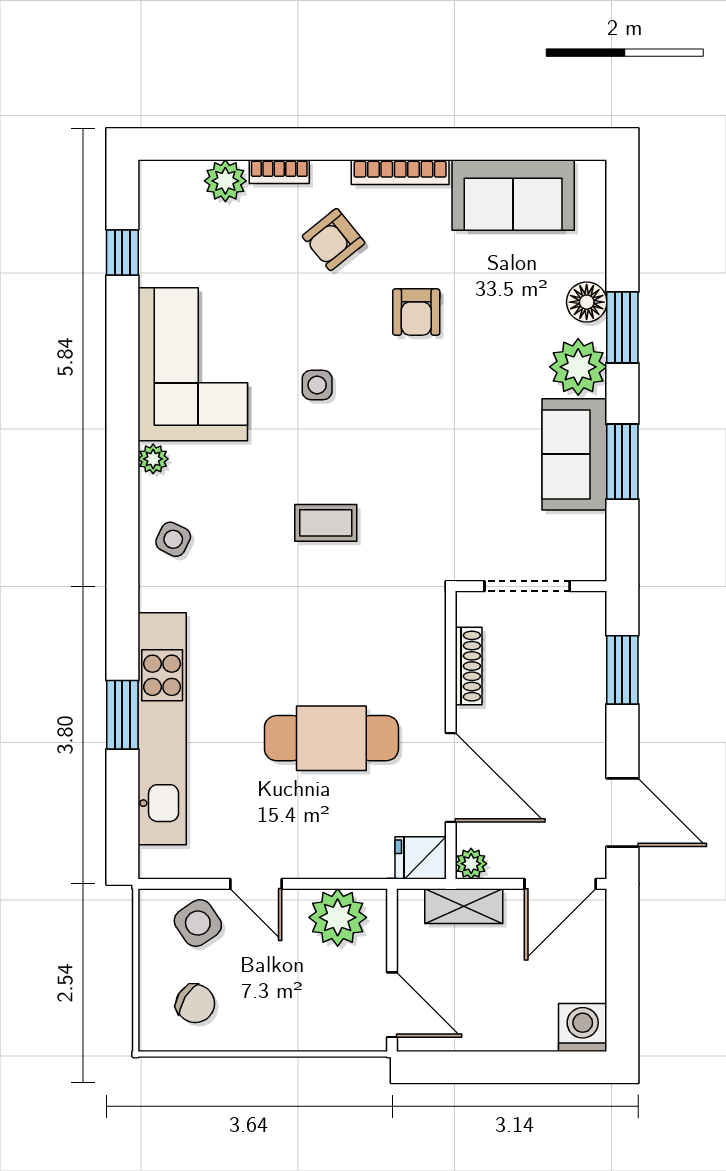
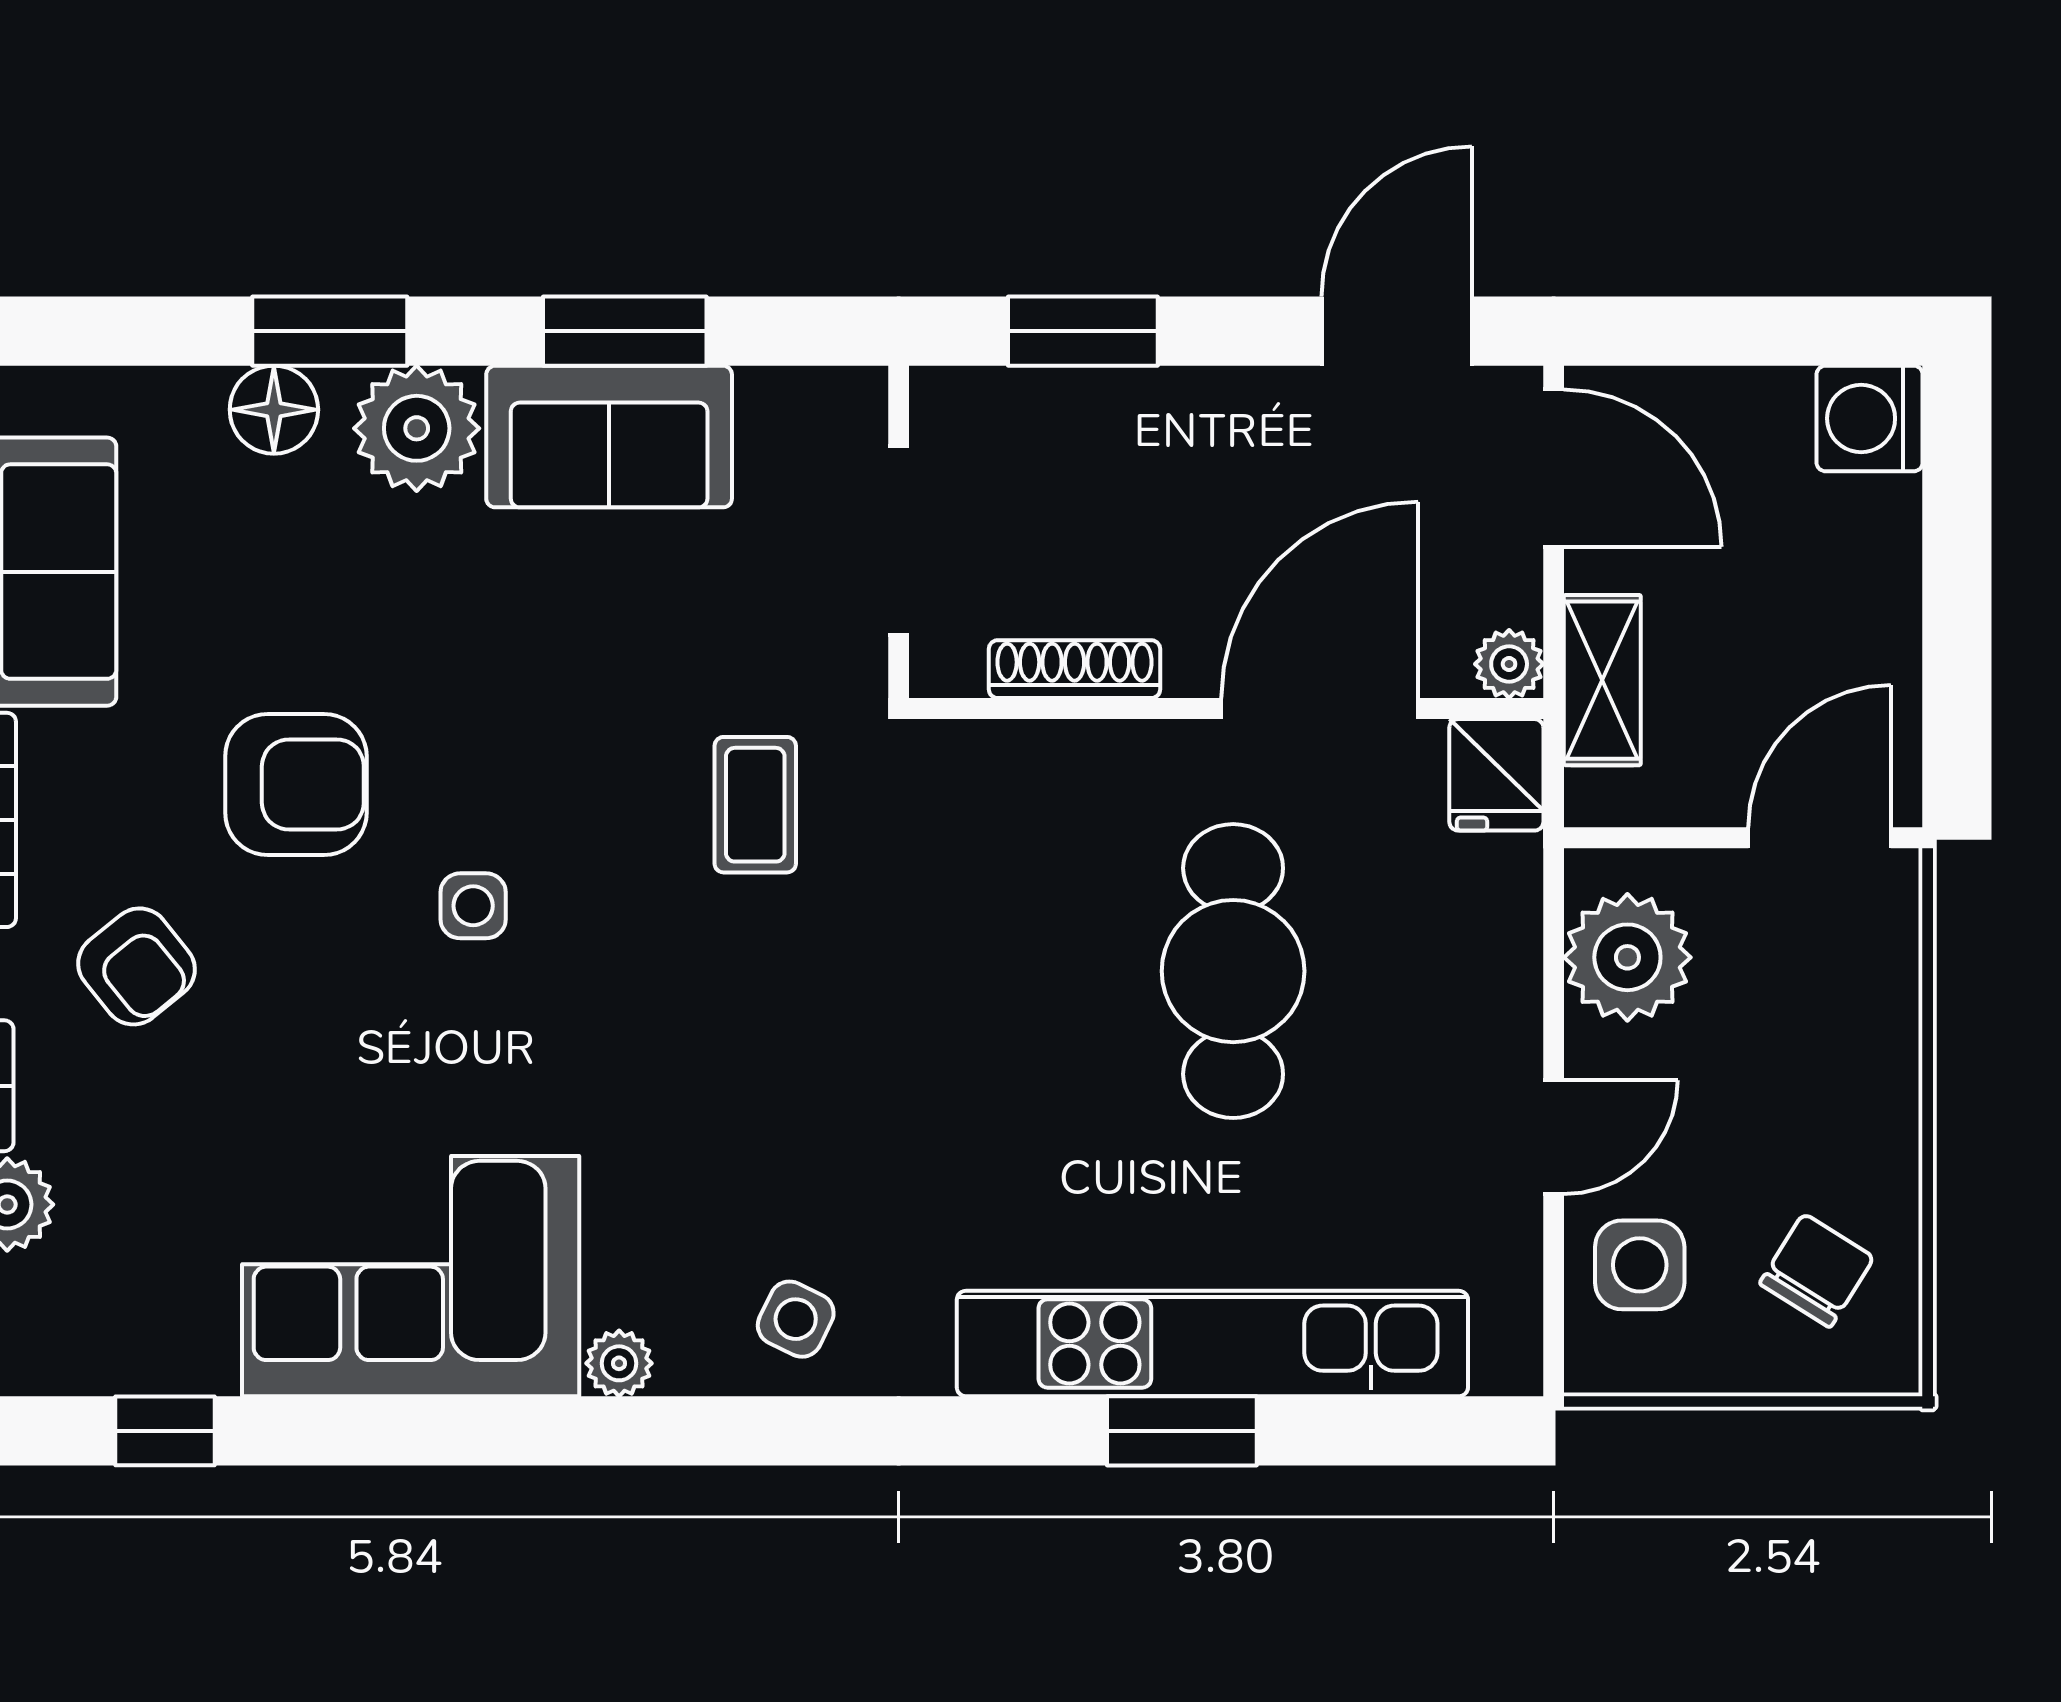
armchair: (416, 312) -> (296, 784), width x1.38, depth x1.38
side table: (317, 385) -> (473, 906), moved
coffee table: (326, 523) -> (755, 805), moved
side table: (198, 923) -> (1640, 1265), turned 34

